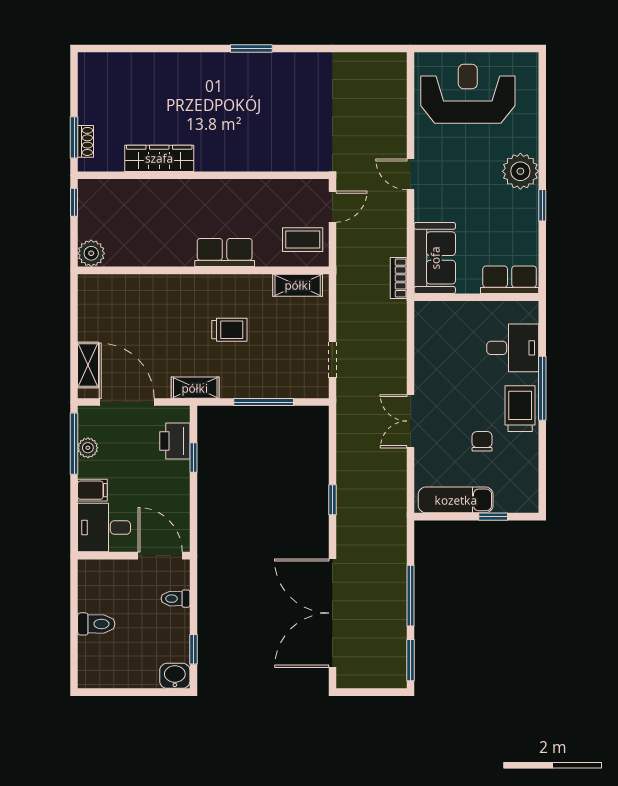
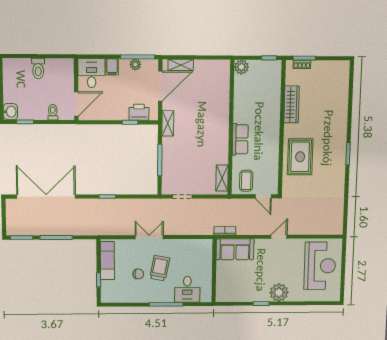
rug: (257, 139) -> (300, 157), added
row of seats: (510, 280) -> (223, 287), removed
trolley: (229, 330) -> (199, 142), removed
trolley: (520, 409) -> (160, 268), moved, turned -79

